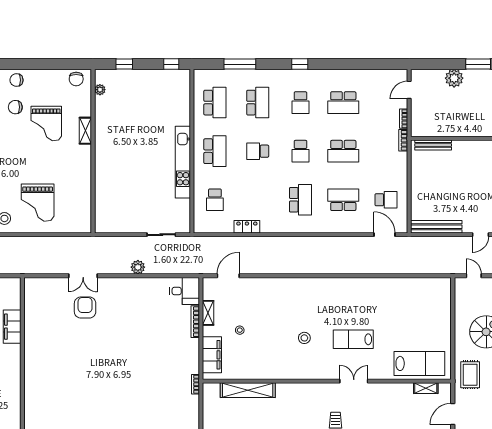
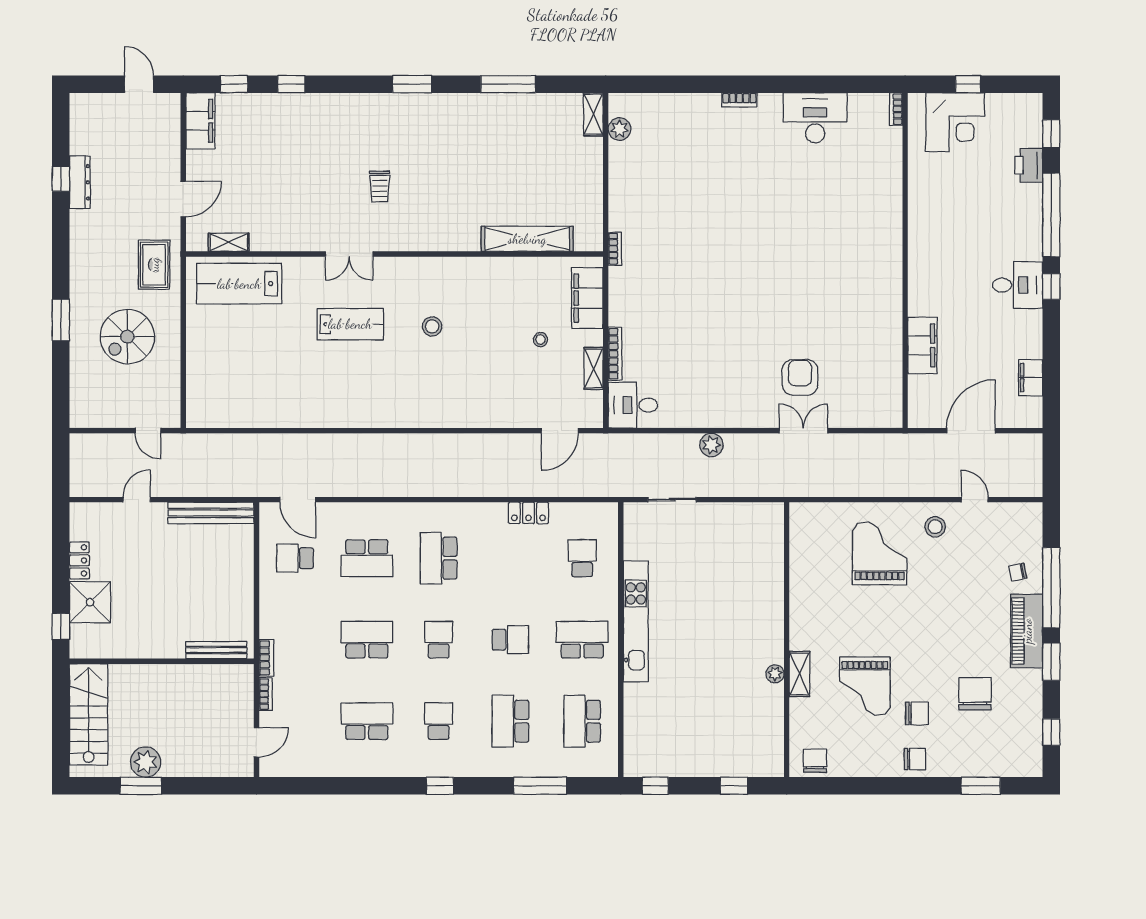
plant: (454, 78) -> (146, 762), moved
plant: (100, 90) -> (775, 674), moved
grand piano: (46, 123) -> (865, 686), turned 180
school desk: (215, 151) -> (582, 640), turned 90
armchair: (85, 308) -> (800, 377), turned 180

